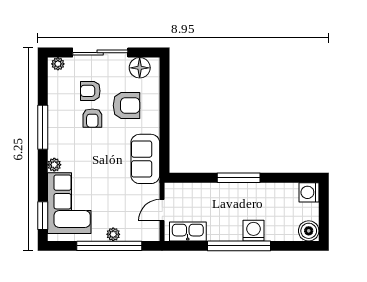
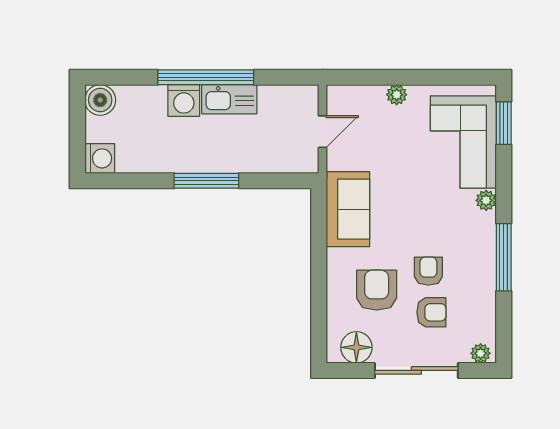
armchair: (126, 105) -> (377, 290), turned 90
kitchen sink: (188, 231) -> (229, 99), moved
window: (109, 246) -> (402, 77), removed

